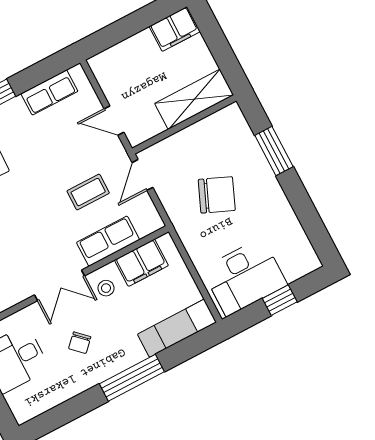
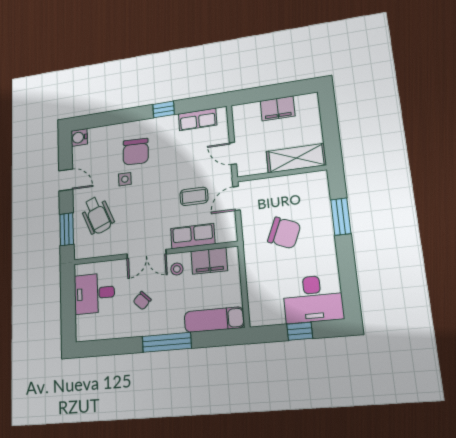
filing cabinet: (175, 29) -> (278, 108), moved
desk: (244, 277) -> (313, 299), moved

